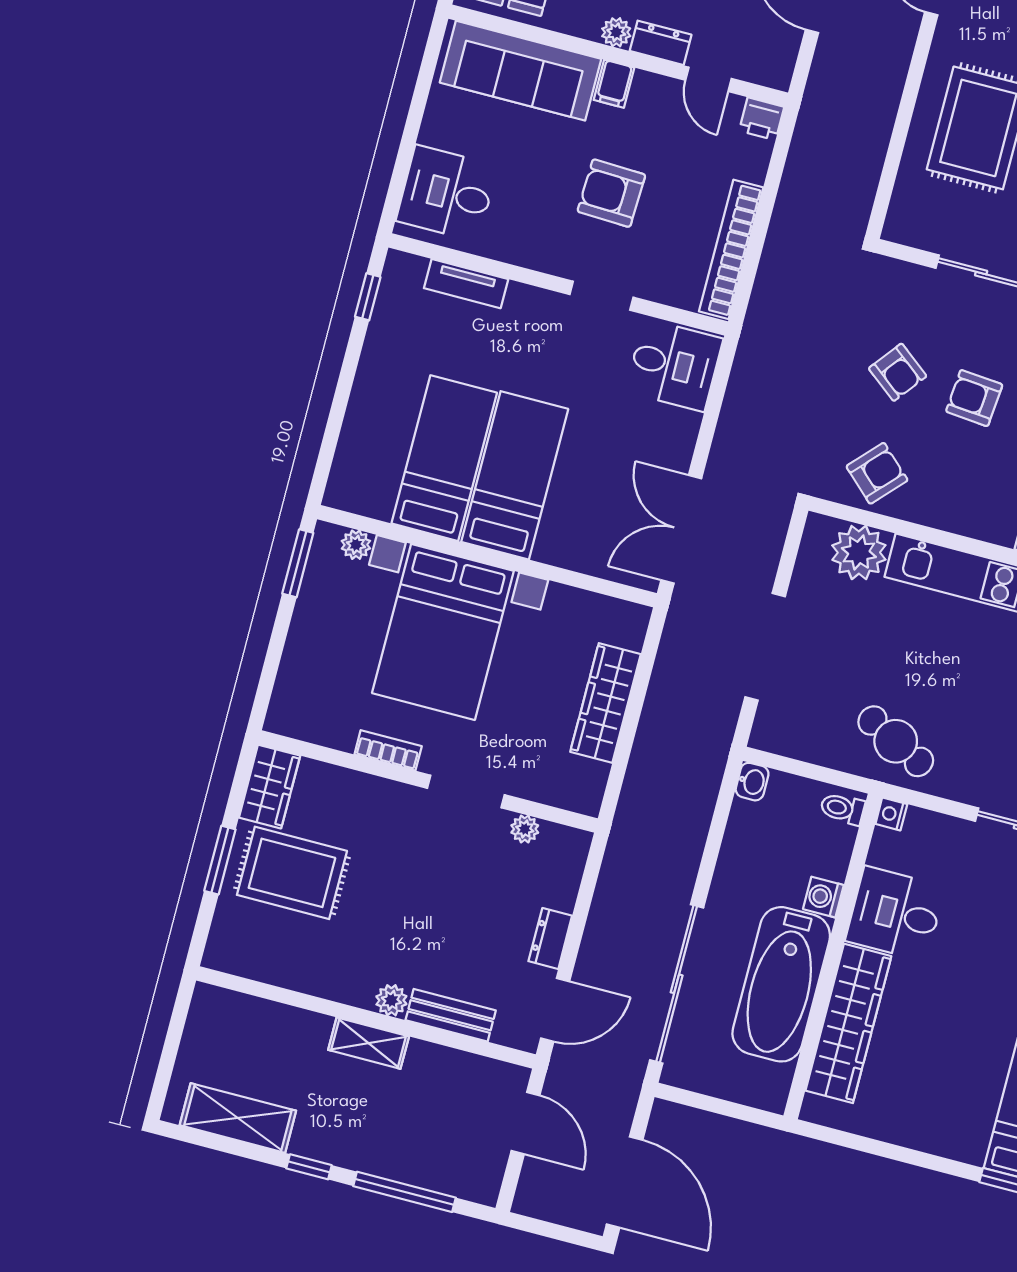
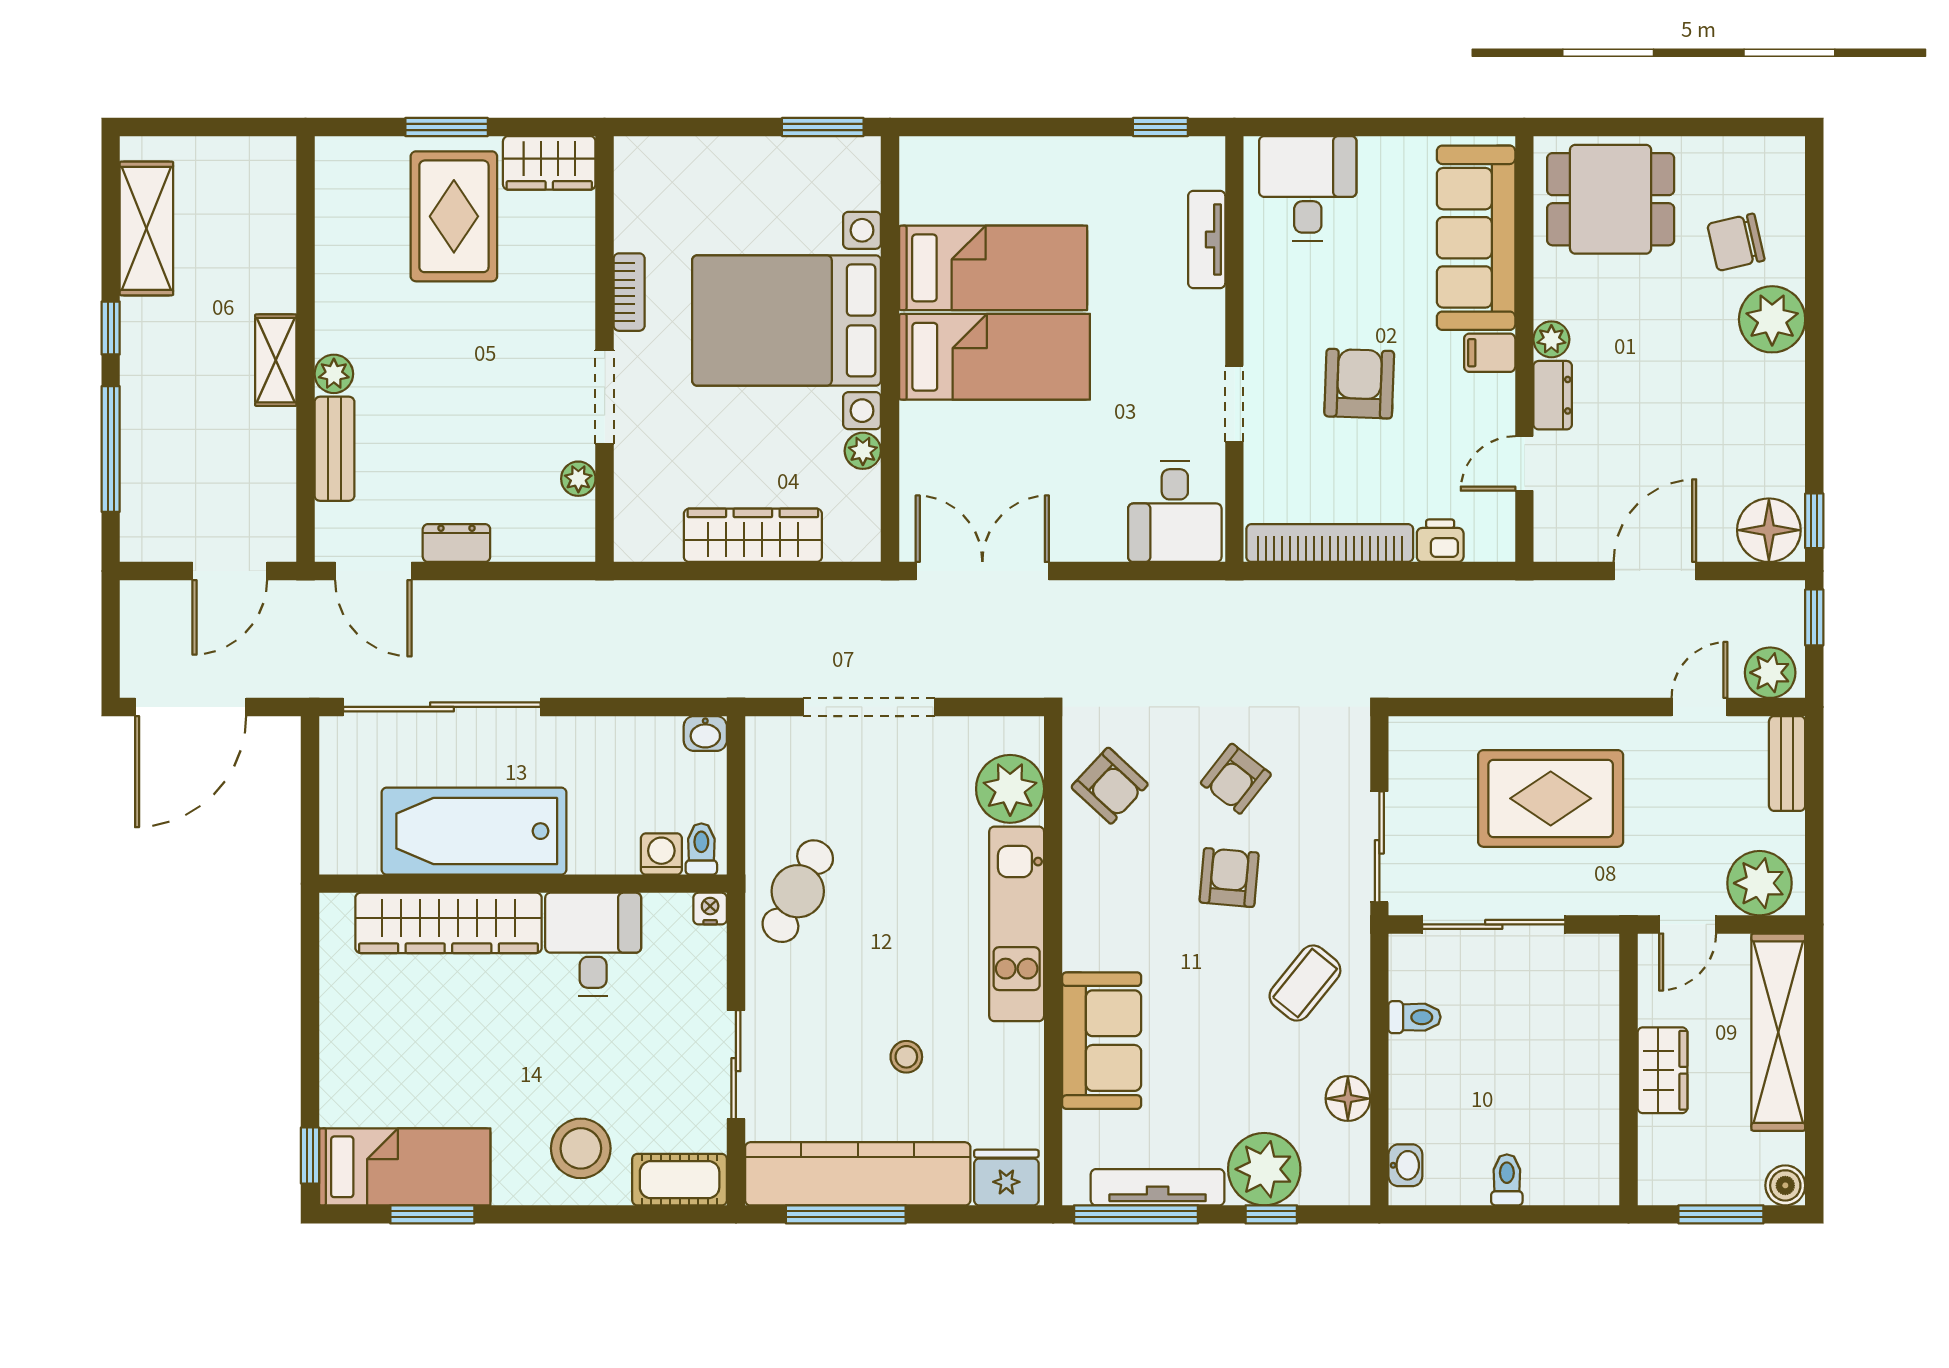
printer: (762, 119) -> (1440, 541), moved, turned 90
plant: (356, 545) -> (863, 451), moved
washing machine: (823, 897) -> (661, 854), moved

